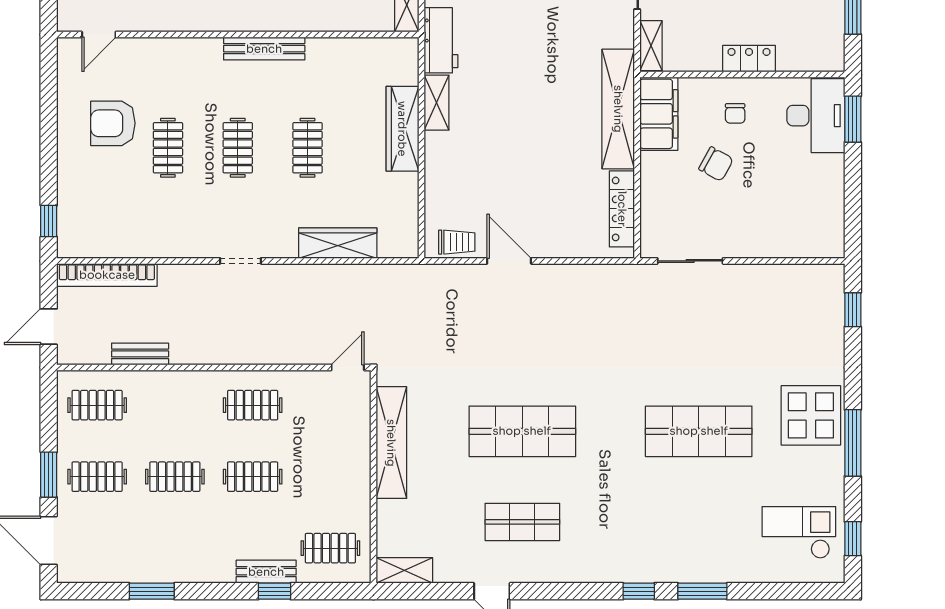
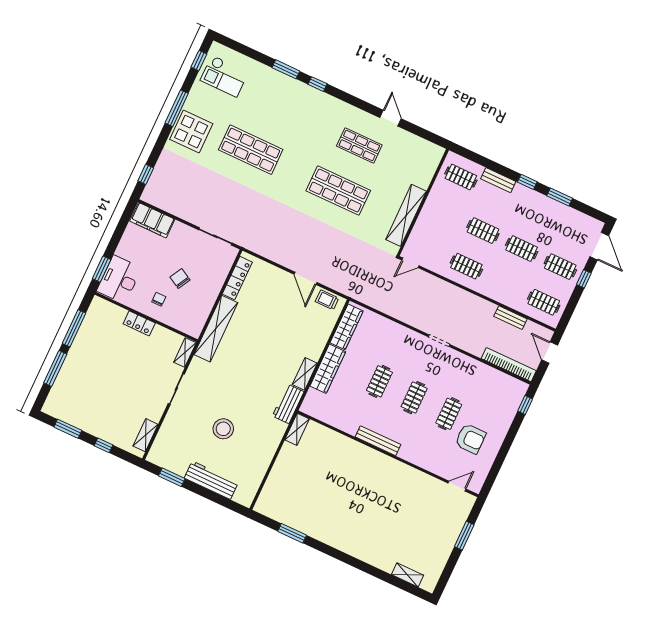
filing cabinet: (659, 114) -> (152, 220), moved, turned -90
wardrobe: (338, 243) -> (347, 327), moved, turned -90
door: (49, 327) -> (550, 352), swing flipped
window: (49, 475) -> (584, 279), width x0.67
shelving: (404, 570) -> (429, 149), removed
window: (274, 591) -> (527, 182), moved

